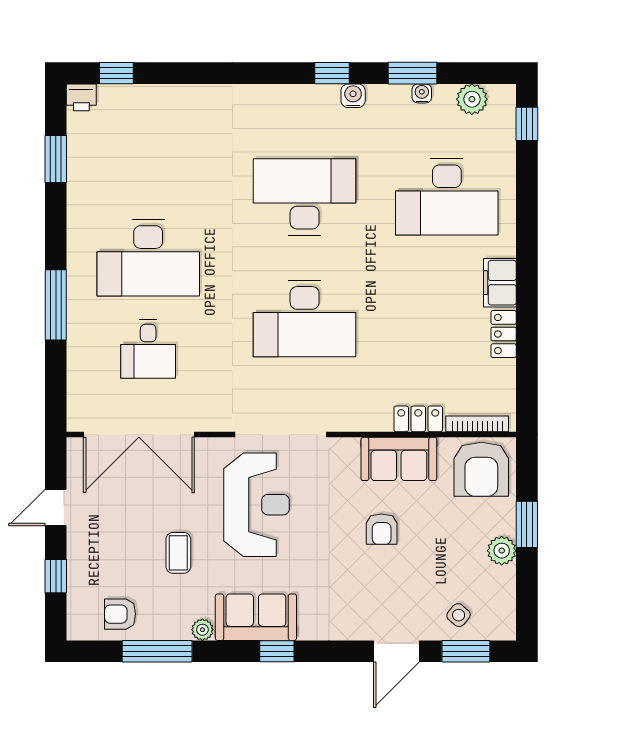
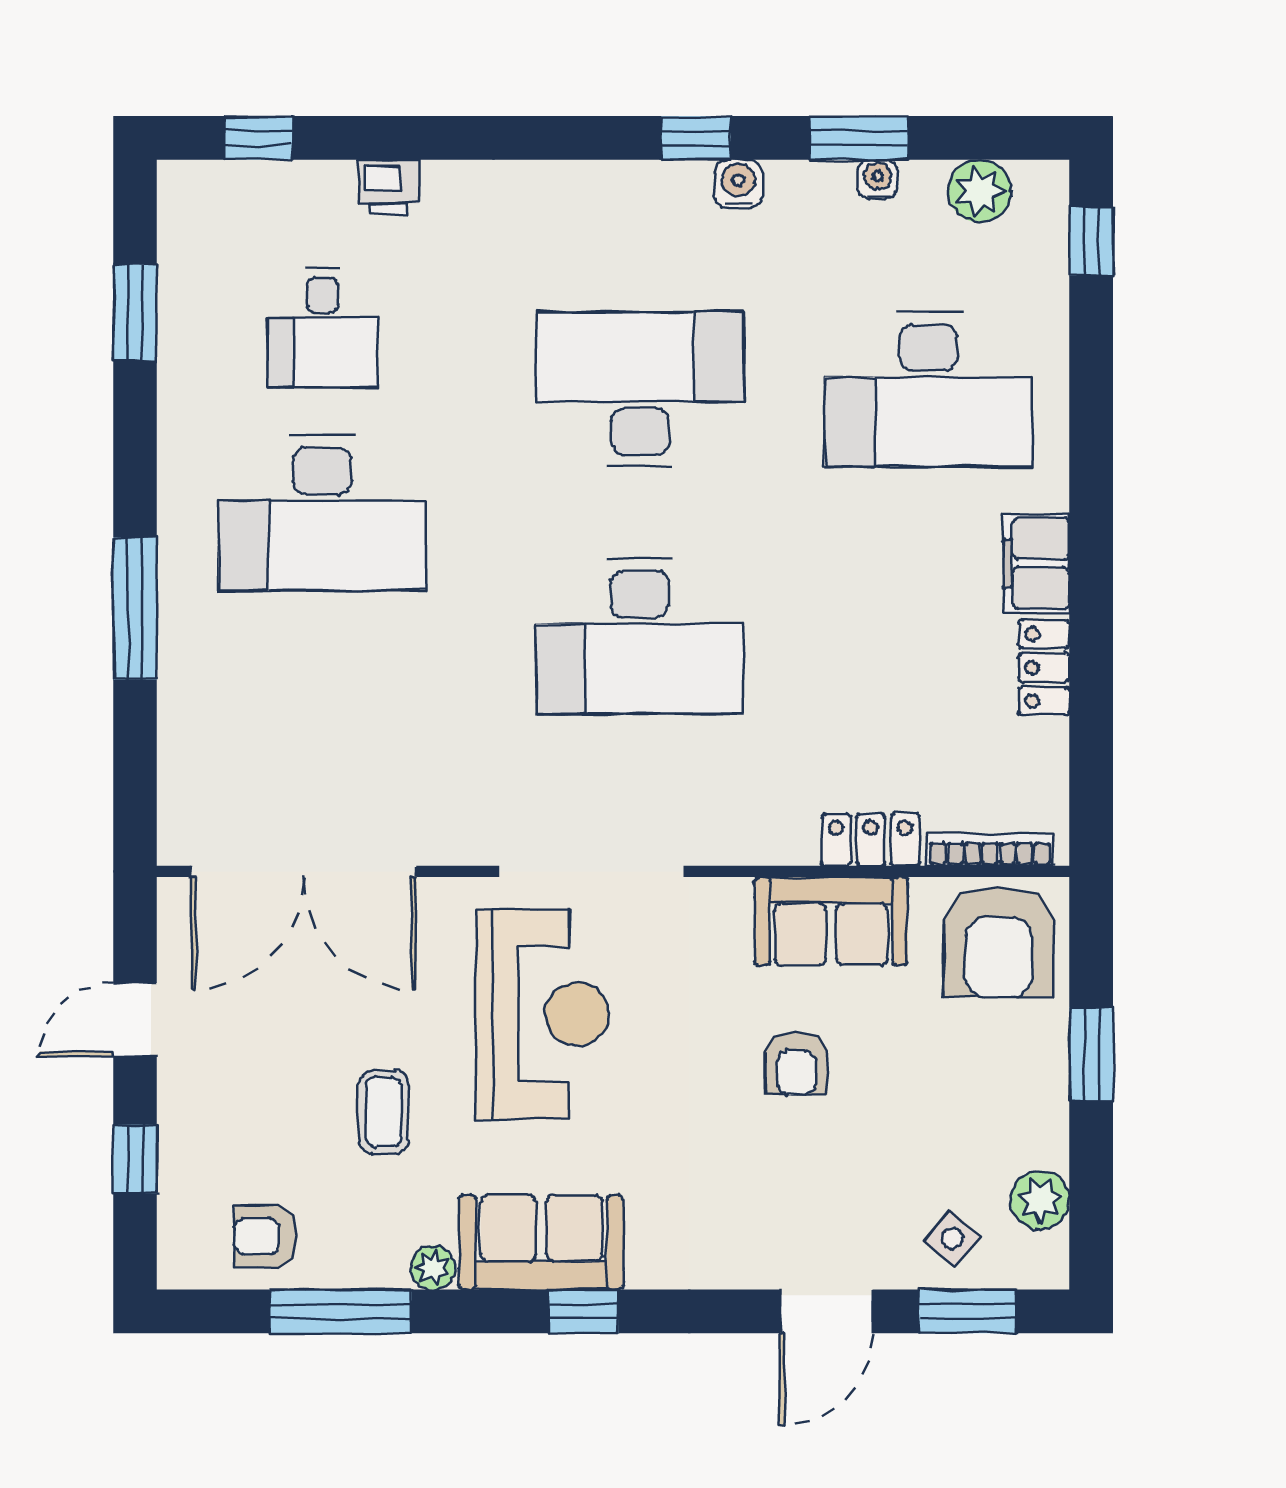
printer: (81, 97) -> (389, 187), moved
desk: (148, 349) -> (322, 328), moved
plant: (502, 551) -> (1040, 1200), moved

